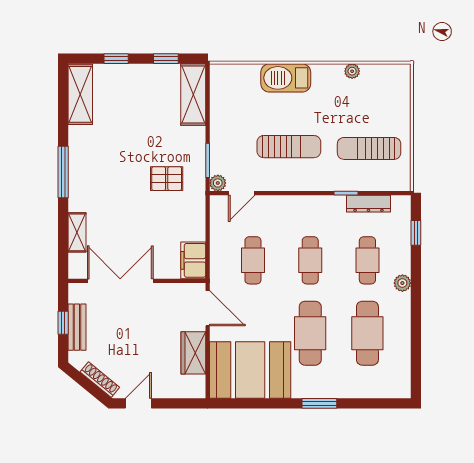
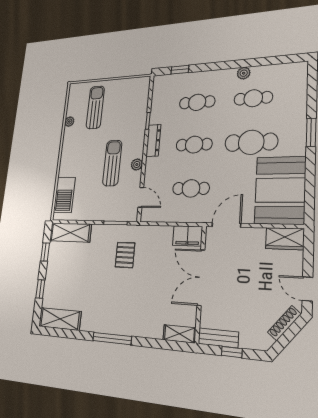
barbecue: (286, 78) -> (64, 195), moved
sun lounger: (369, 148) -> (95, 107), moved, turned 180
plant: (218, 183) -> (137, 165), moved
dresser: (368, 204) -> (153, 140), moved
shelving: (77, 232) -> (179, 334), moved
double door: (120, 281) -> (201, 277), moved
plant: (402, 283) -> (244, 73), moved
bench: (77, 327) -> (218, 338), moved
cafe table: (367, 333) -> (253, 98), width x0.73, depth x0.74
wardrobe: (193, 353) -> (285, 239), moved

